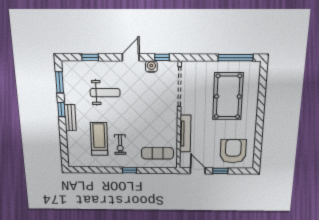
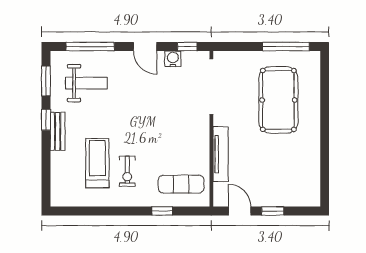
window: (90, 57) -> (90, 47), width x2.17
door: (131, 57) -> (145, 47), swing flipped
weight bench: (105, 93) -> (86, 83), moved
armchair: (233, 151) -> (290, 180), removed
window: (129, 170) -> (162, 211), moved

